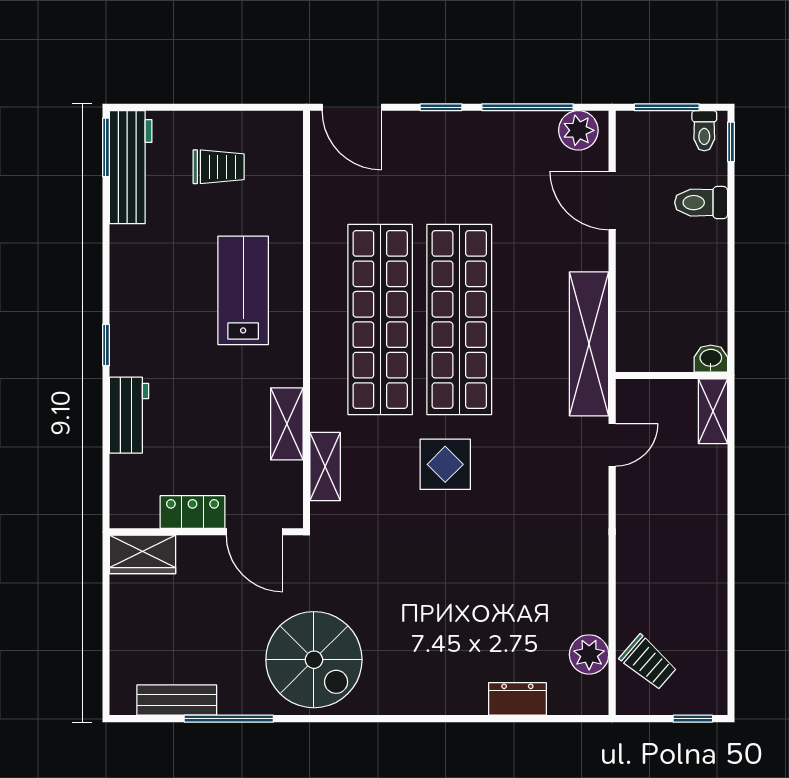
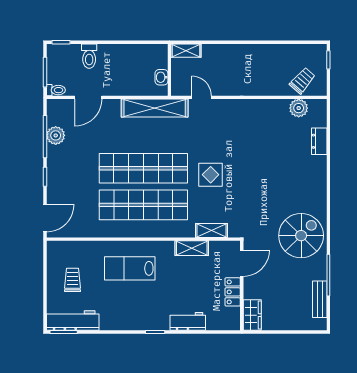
plant: (578, 130) -> (56, 135), moved
toilet: (704, 131) -> (56, 90), moved
washbasin: (711, 359) -> (161, 77), moved

